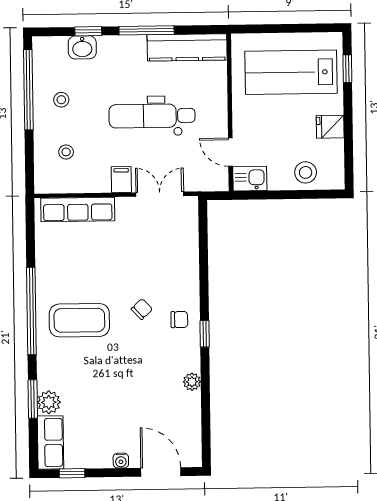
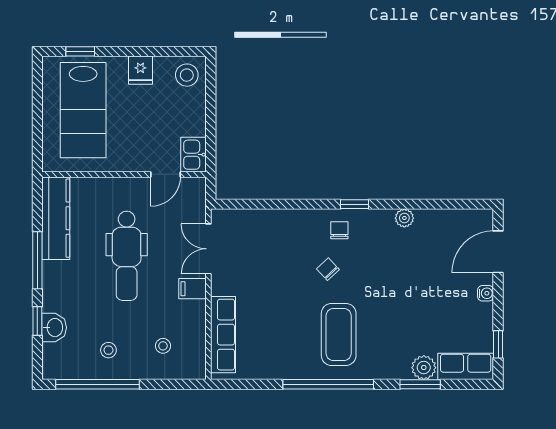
stool: (306, 172) -> (187, 75), moved

